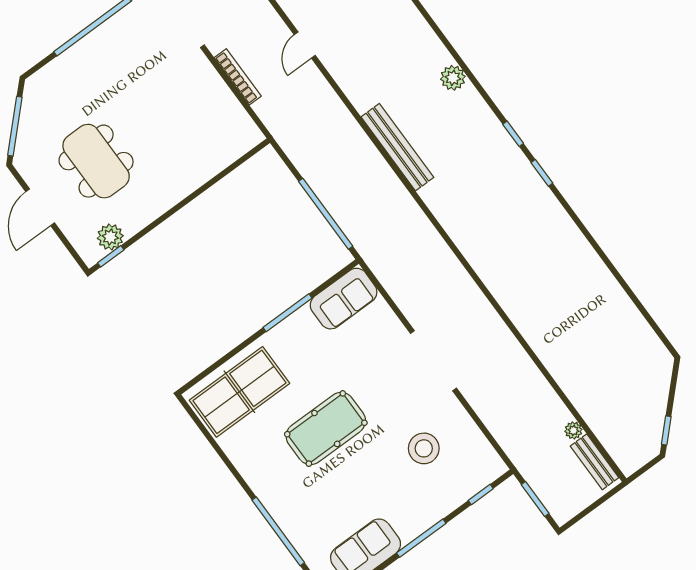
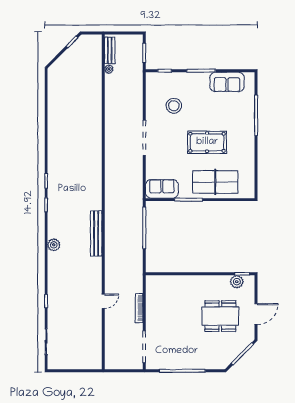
dining table: (96, 161) -> (220, 316), turned 90
table tennis table: (239, 392) -> (215, 182), moved

